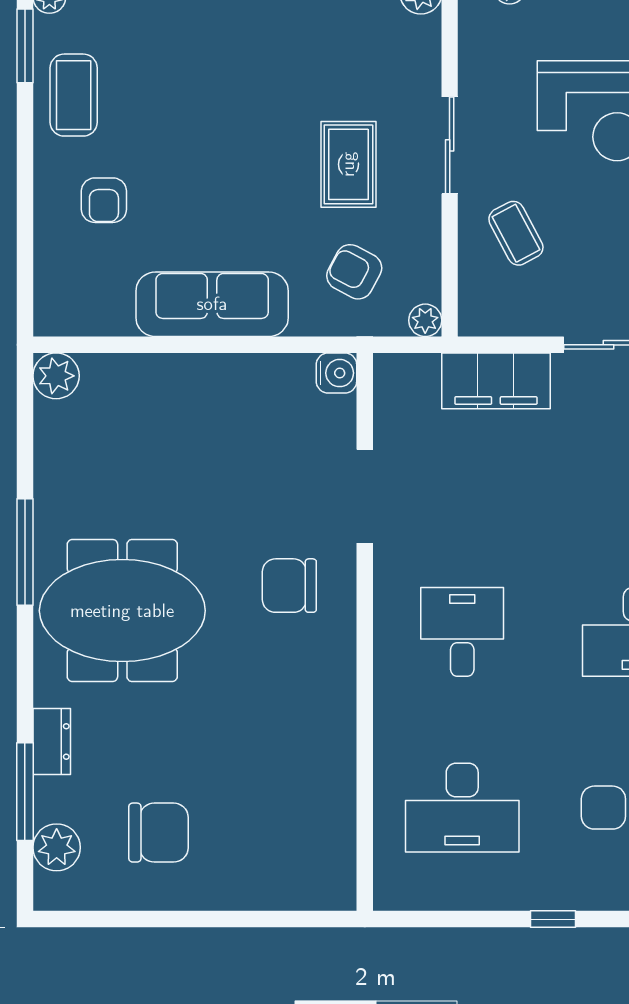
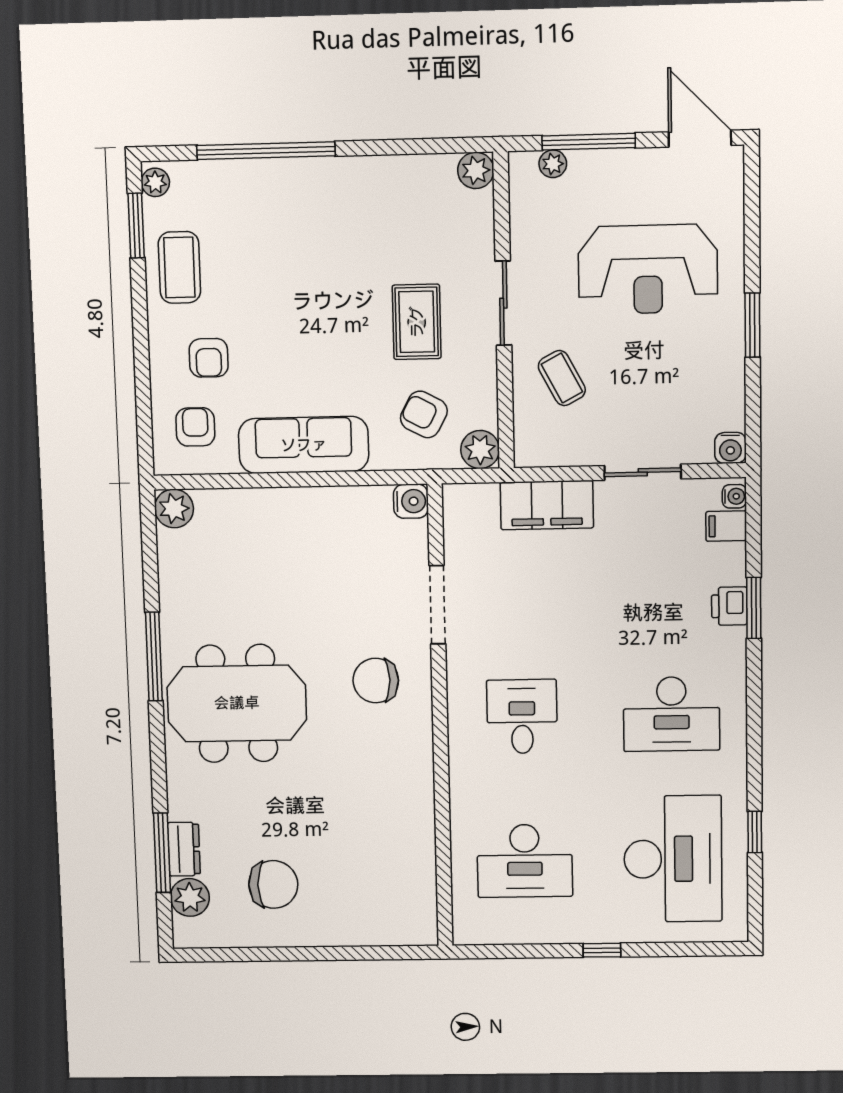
armchair: (85, 280) -> (195, 427), added
plant: (425, 320) -> (480, 450), width x1.38, depth x1.38
dresser: (52, 741) -> (184, 849), moved

